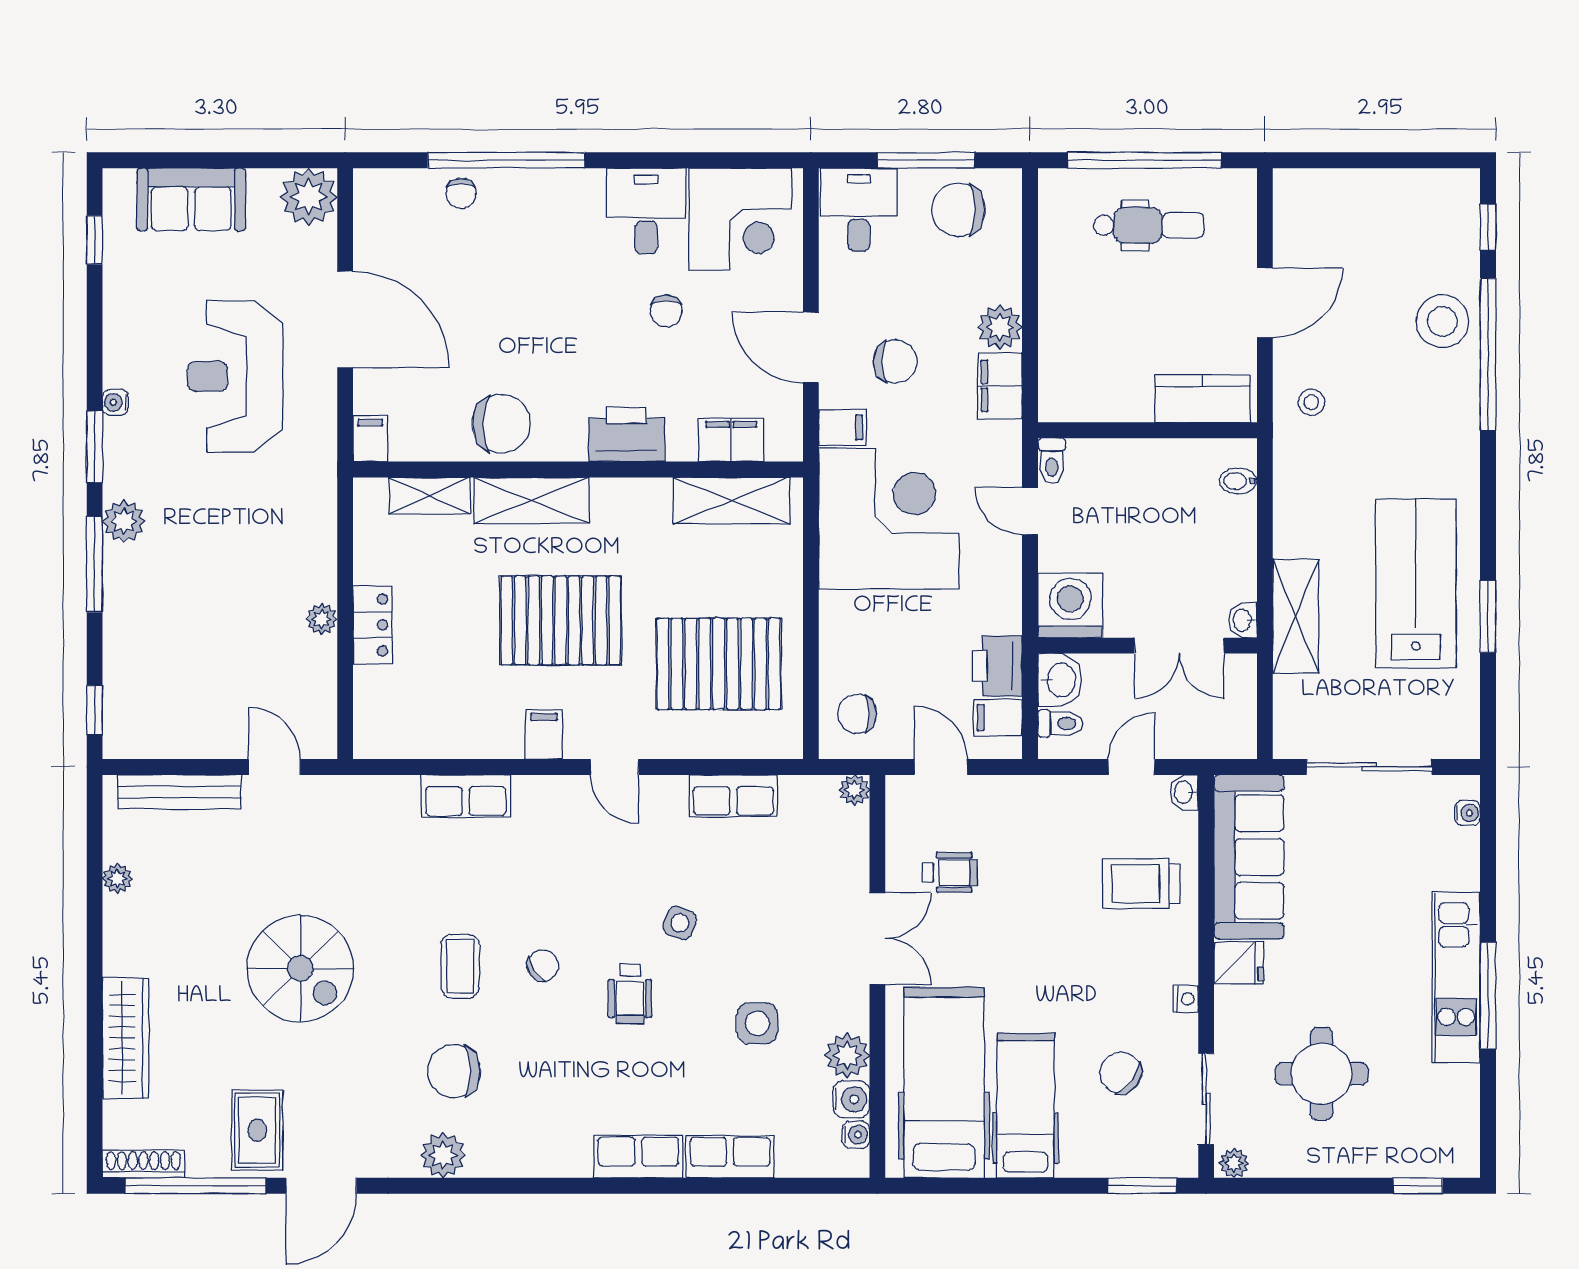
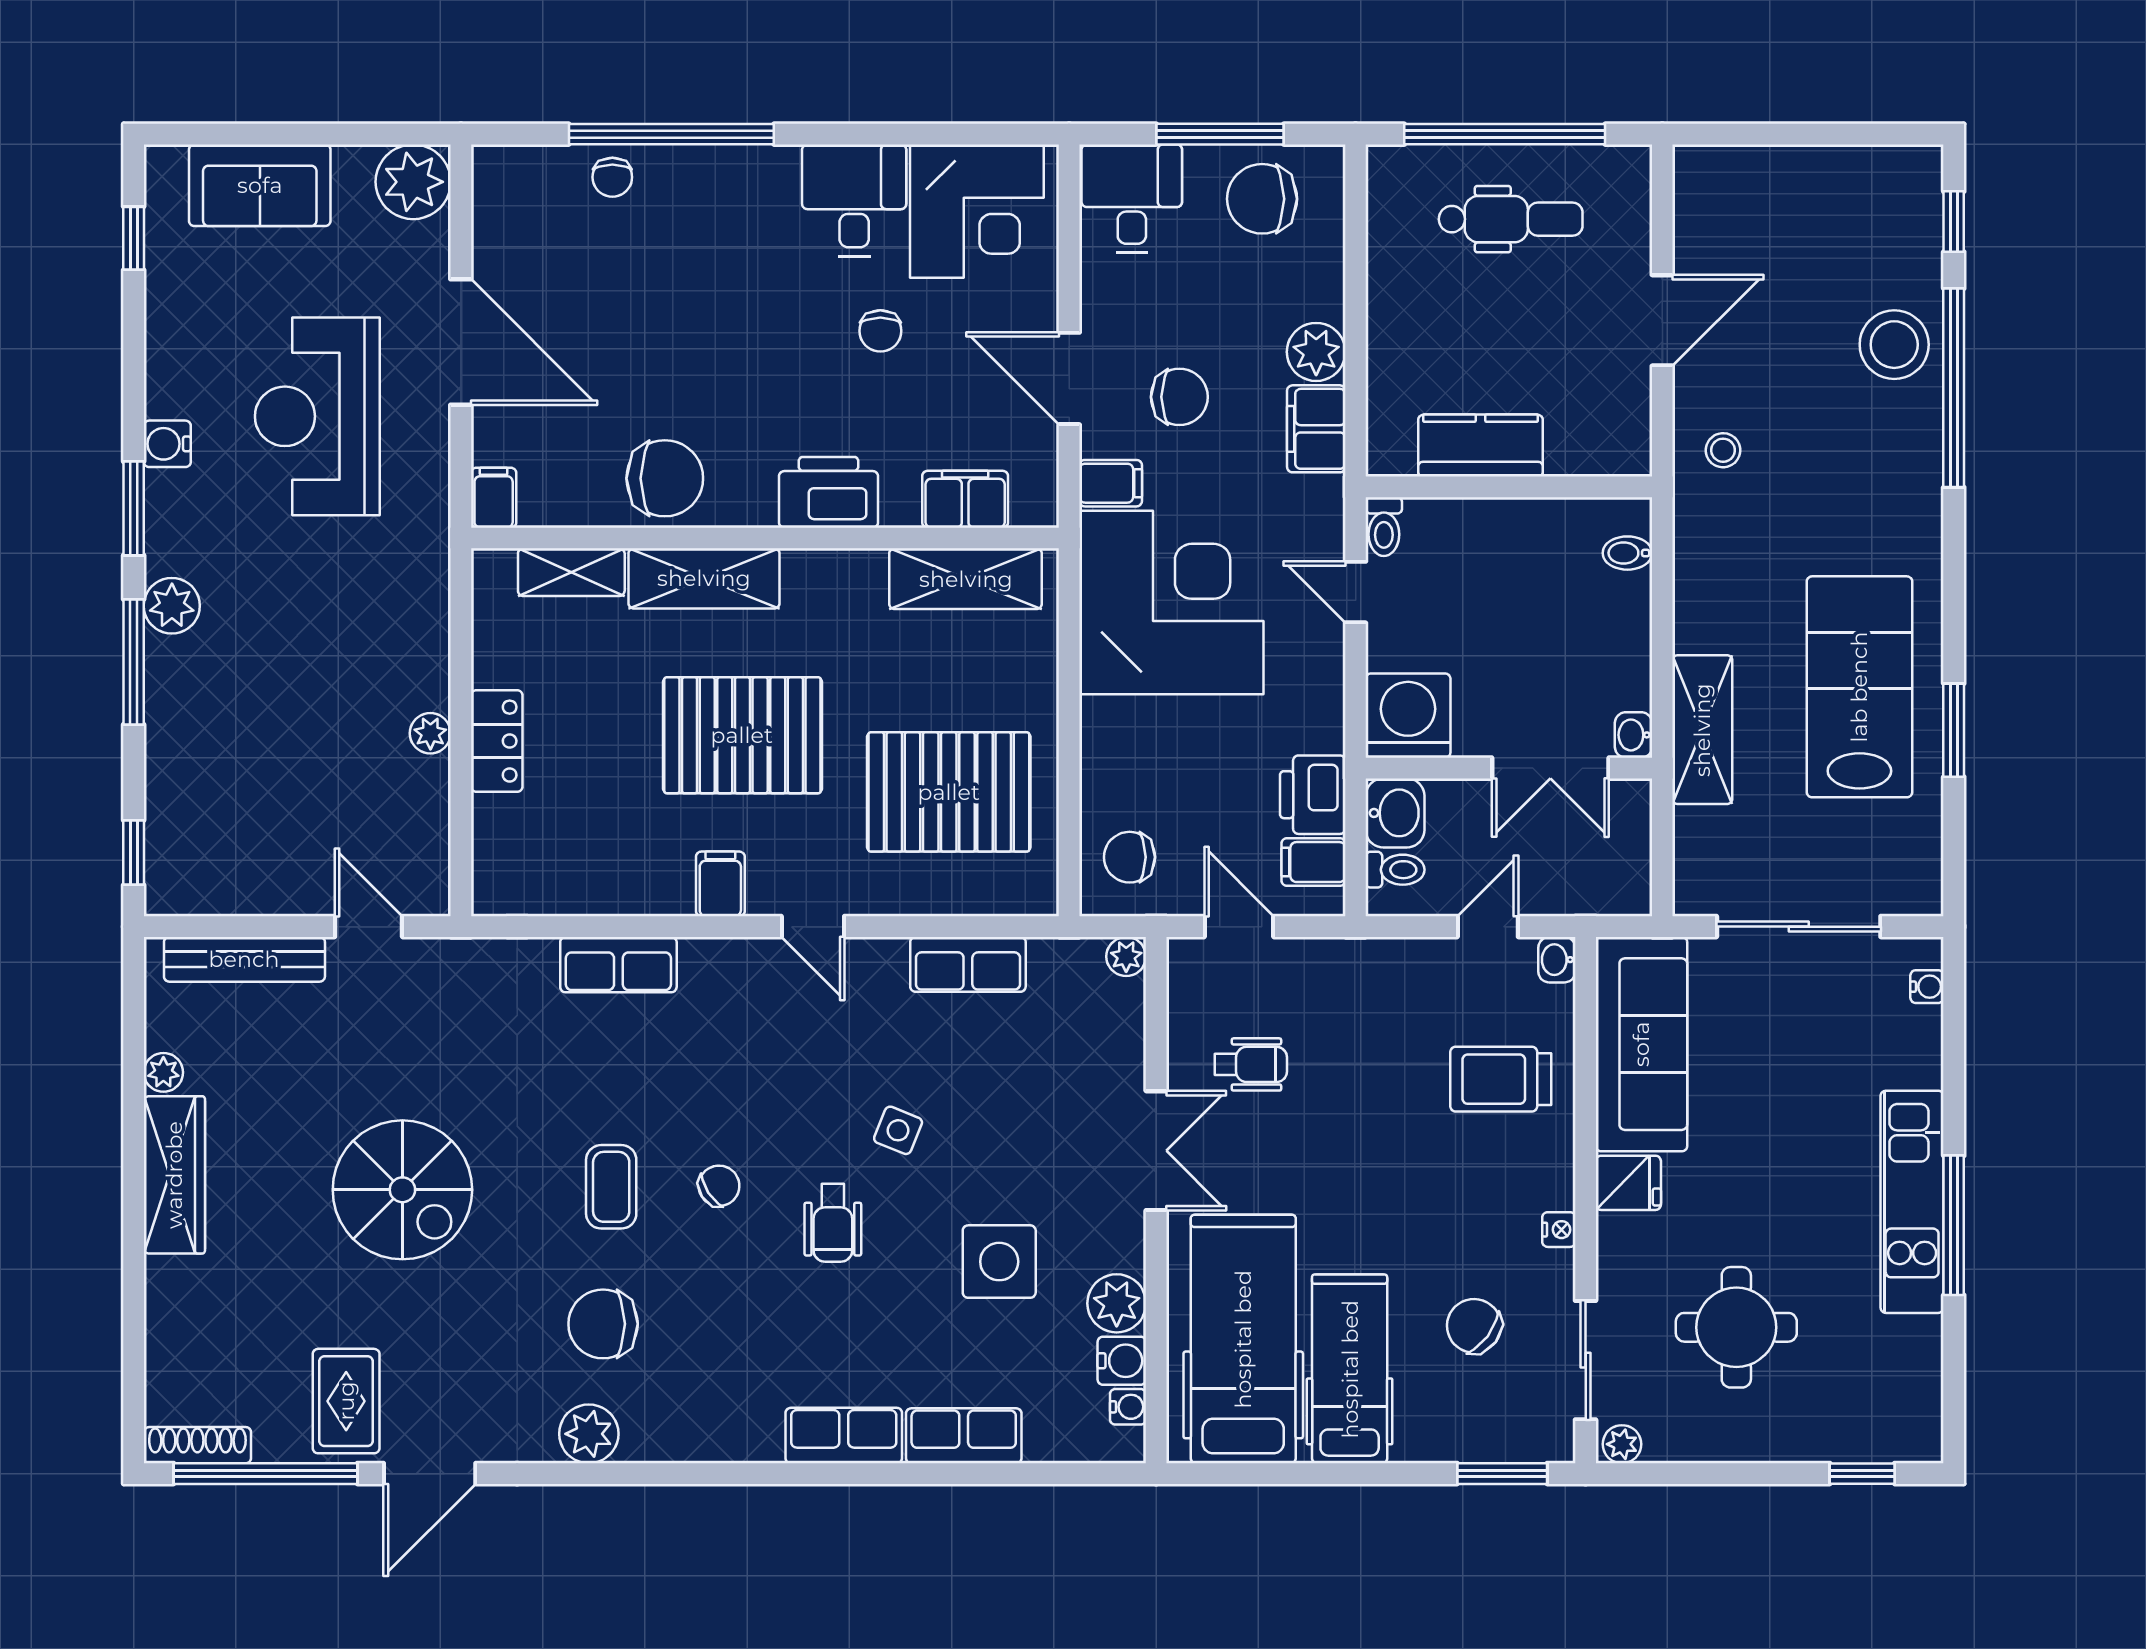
kitchen counter: (1203, 399) -> (1481, 446), moved
water cooler: (115, 402) -> (167, 444), width x1.38, depth x1.38
side table: (757, 1023) -> (999, 1262), width x1.37, depth x1.37
wardrobe: (126, 1038) -> (174, 1175), moved

